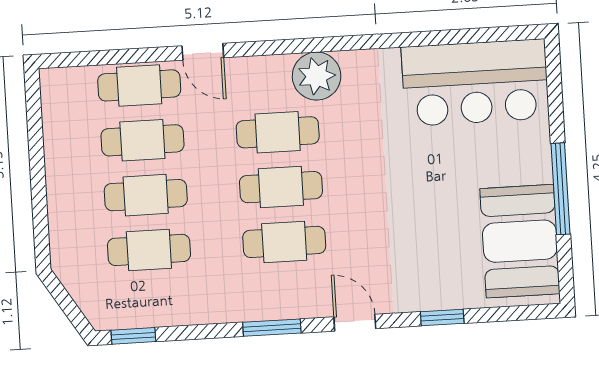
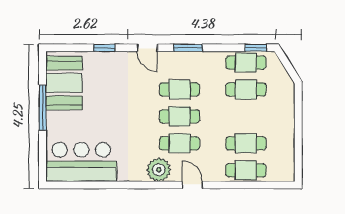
door: (203, 52) -> (192, 185), moved
cafe table: (146, 195) -> (246, 63), moved

